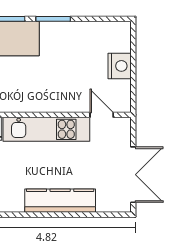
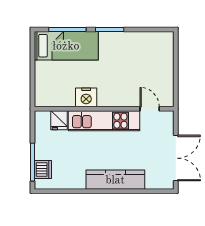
nightstand: (120, 66) -> (86, 97), moved, turned 90

